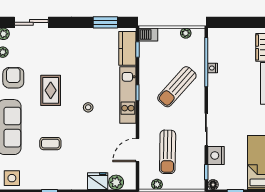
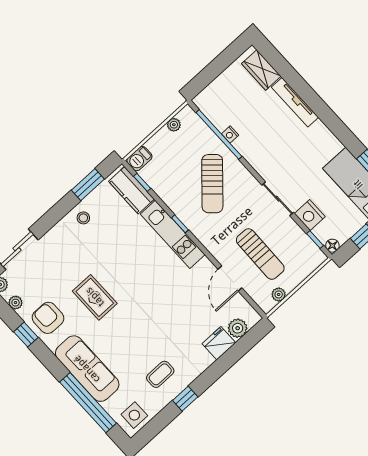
stool: (88, 107) -> (83, 218), moved
coffee table: (50, 144) -> (160, 374), moved

